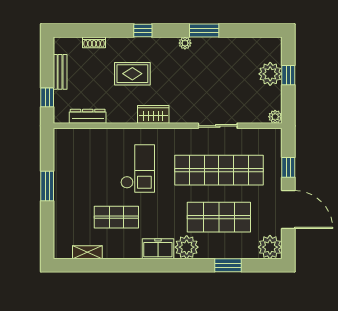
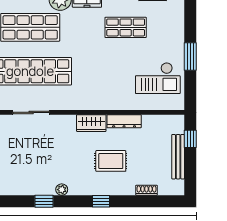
window: (204, 31) -> (44, 201), width x0.67
bench: (60, 72) -> (178, 157), width x1.36
dresser: (88, 116) -> (124, 121), moved
checkout: (138, 168) -> (158, 78), moved, turned -90

